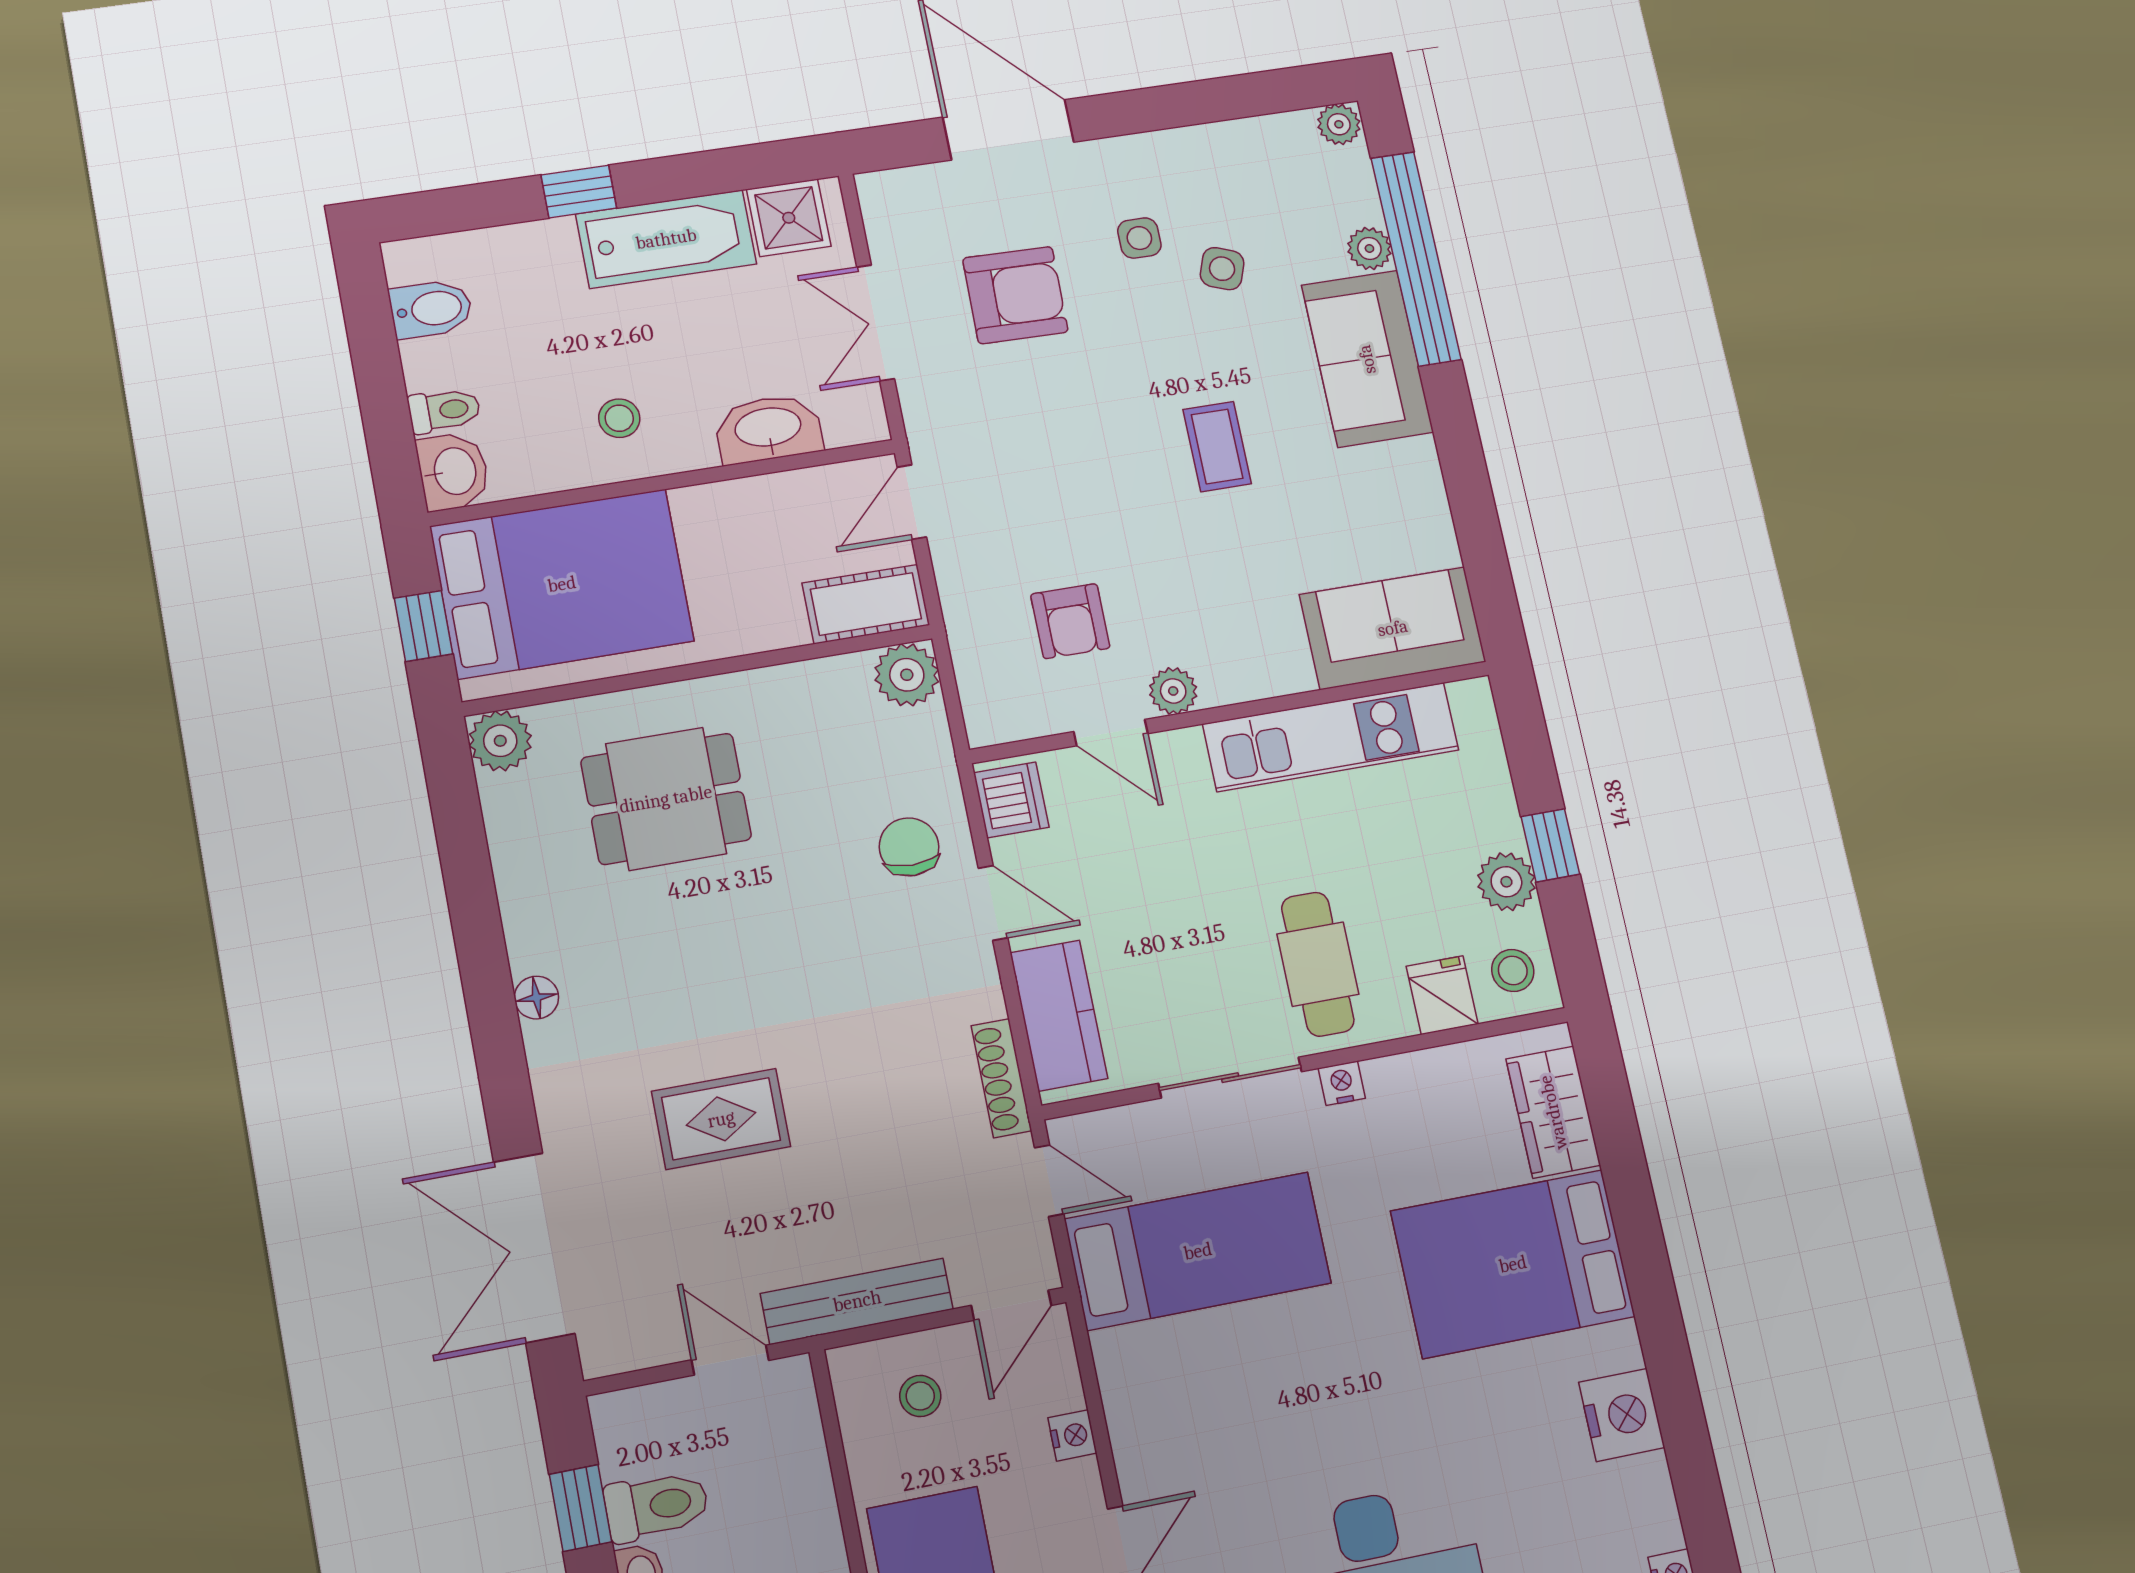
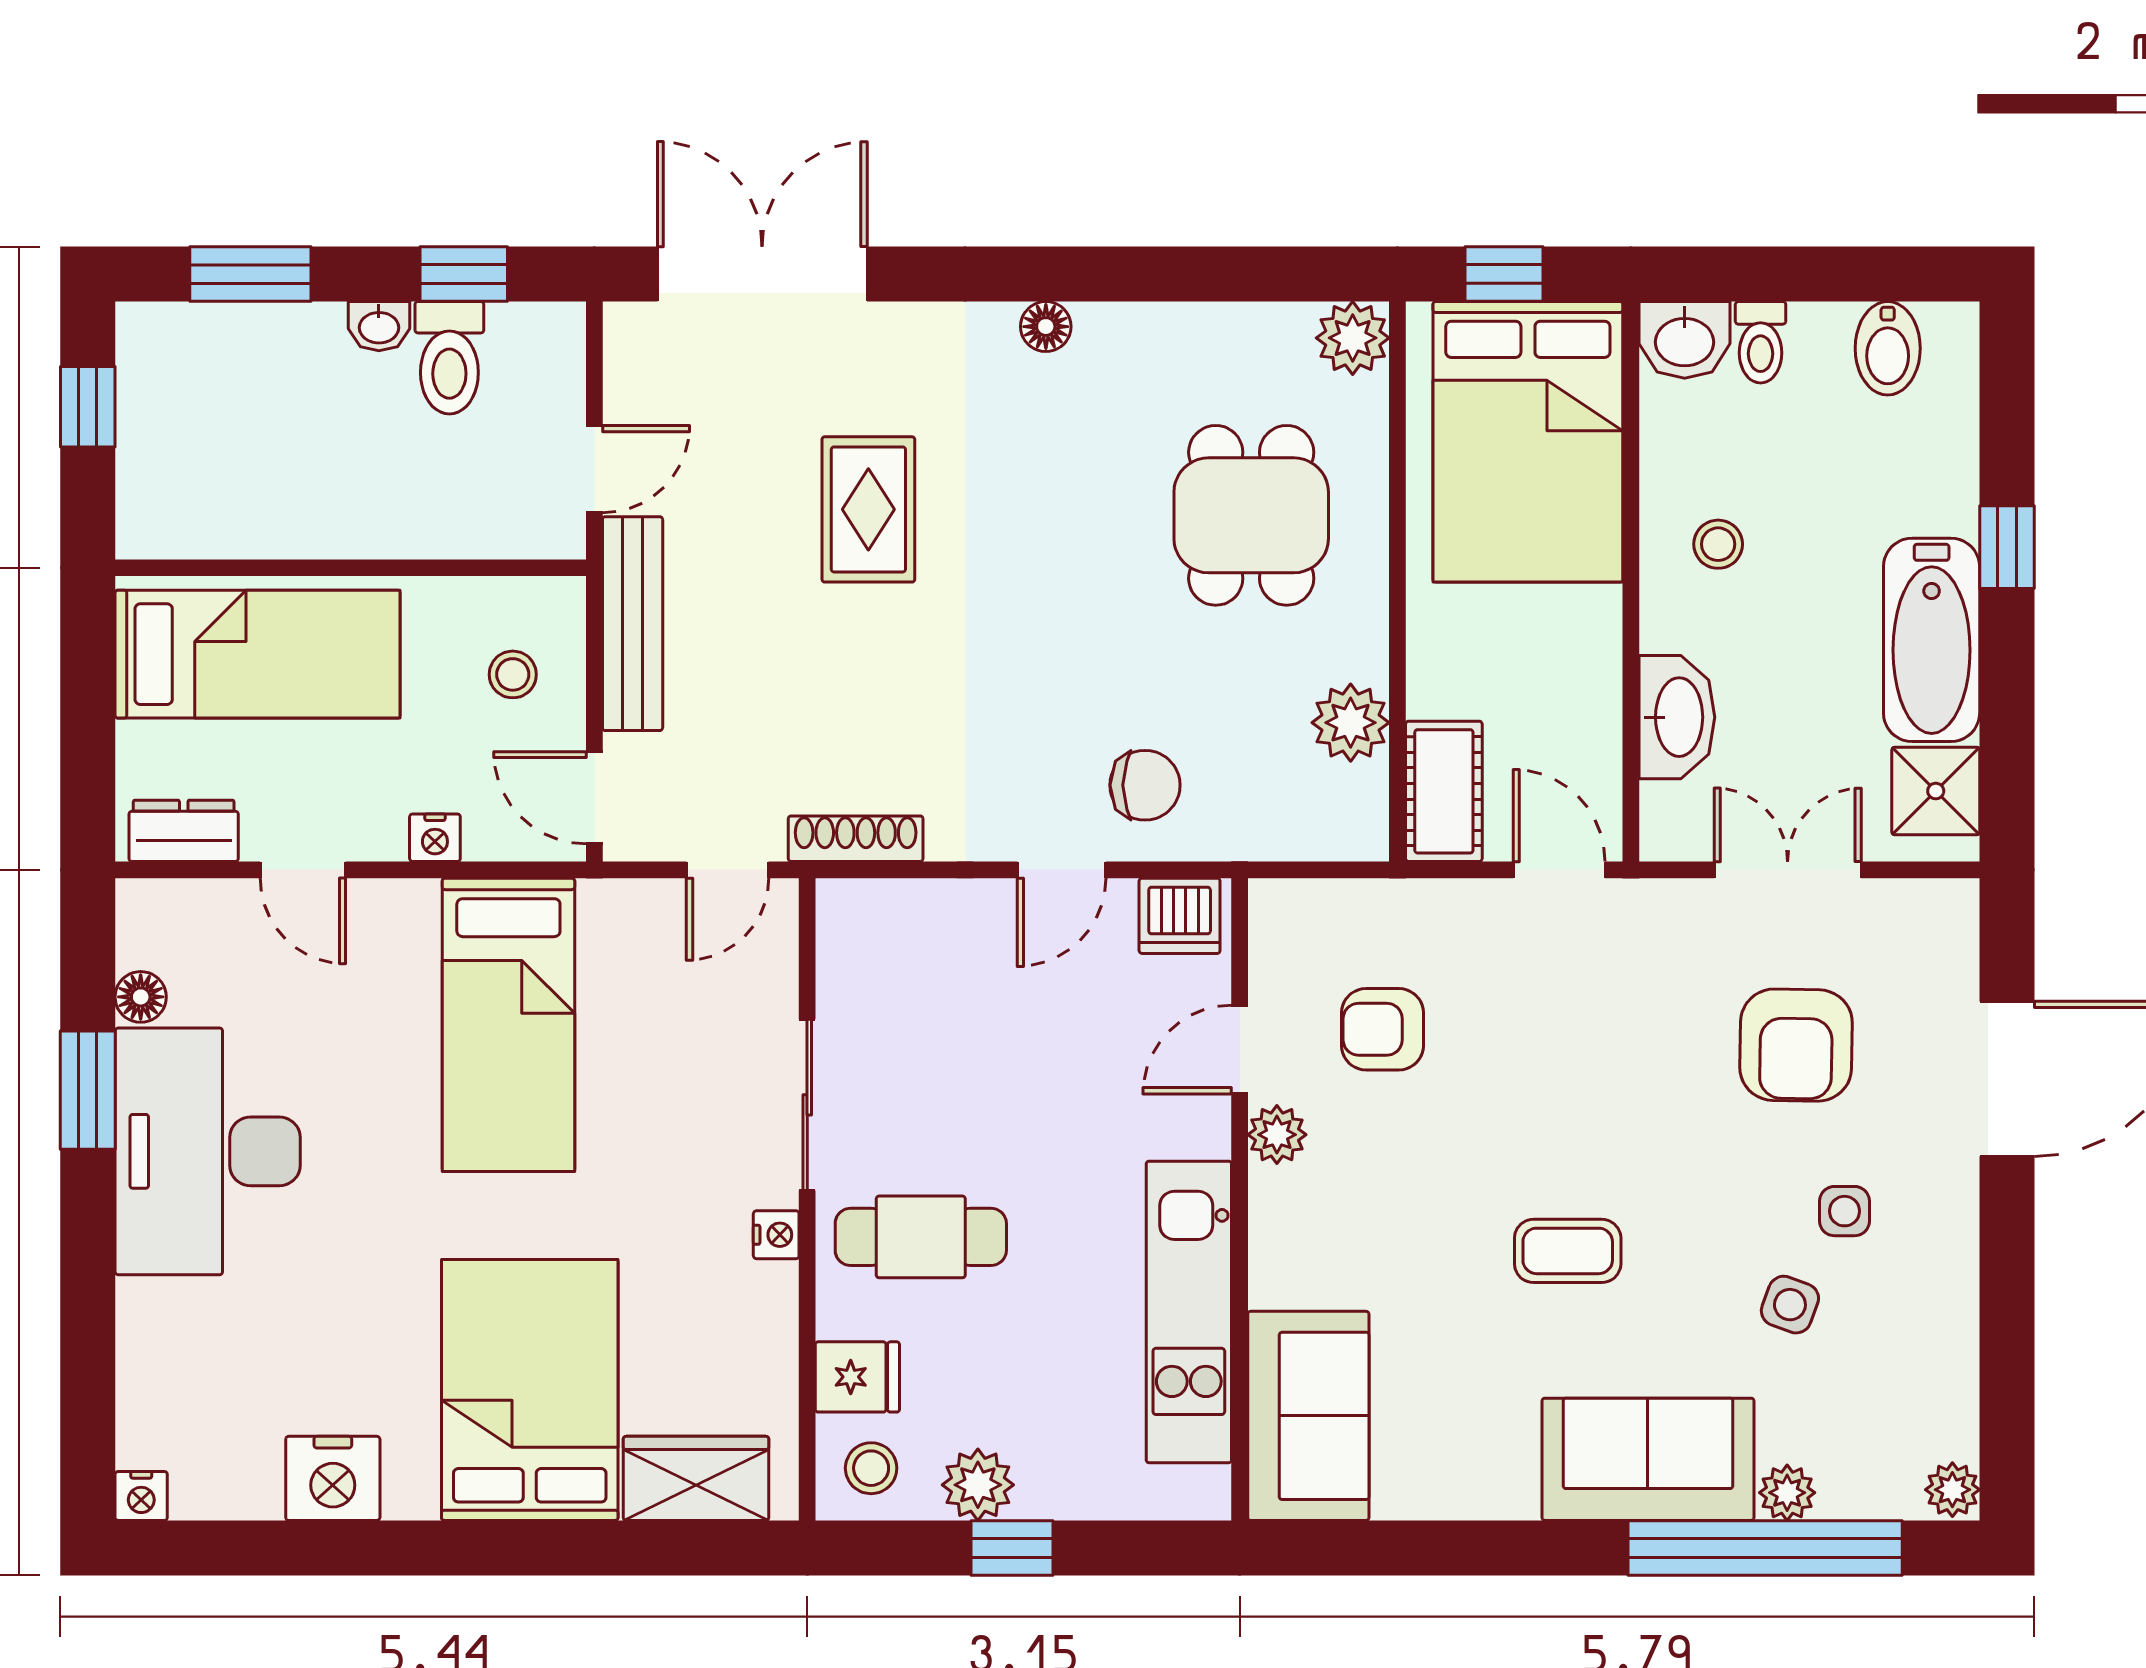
plant: (907, 675) -> (1351, 723), moved
kitchen counter: (1059, 1015) -> (916, 920), removed
bed: (1198, 1251) -> (508, 1025), moved

